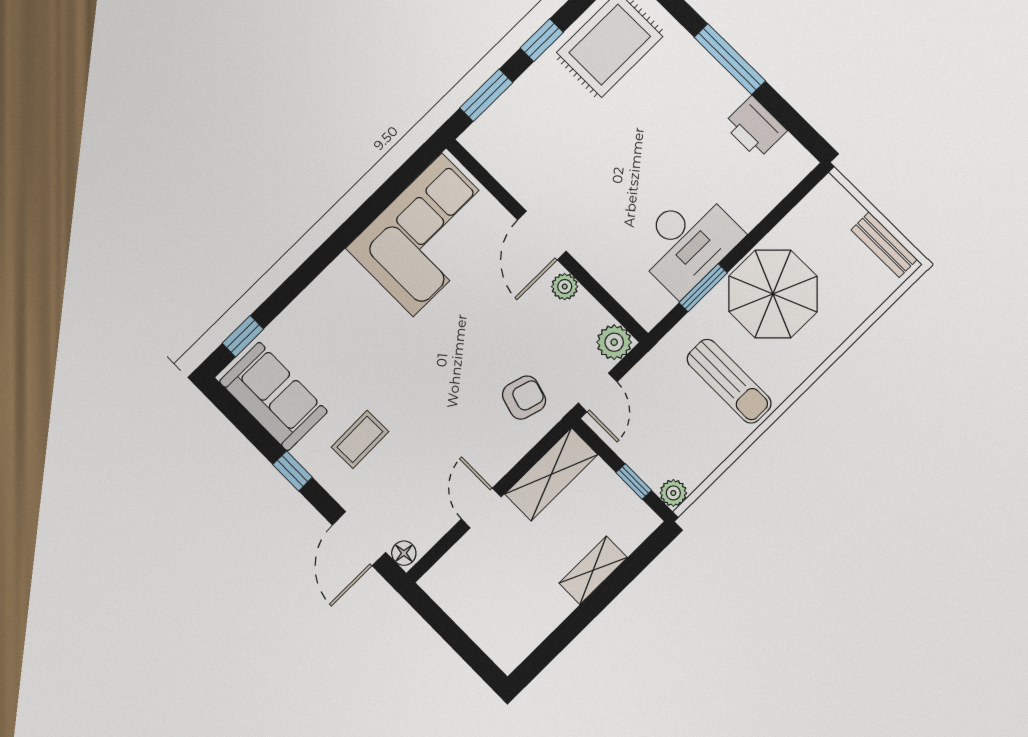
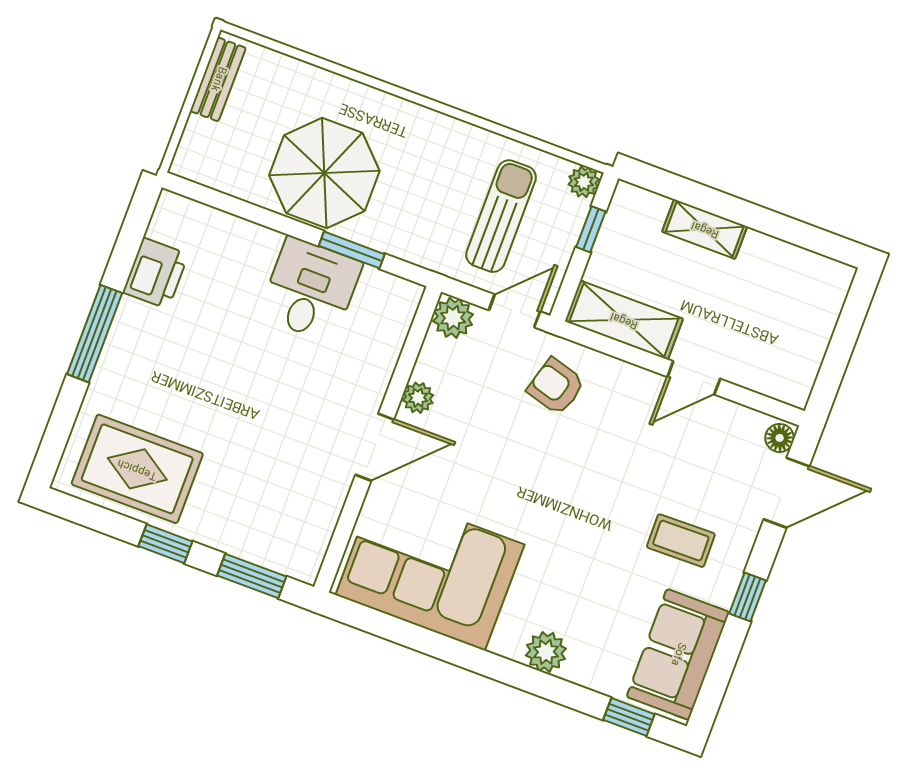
desk: (687, 242) -> (310, 290), width x0.73
plant: (323, 295) -> (546, 652), added
sun lounger: (729, 381) -> (501, 216), moved

